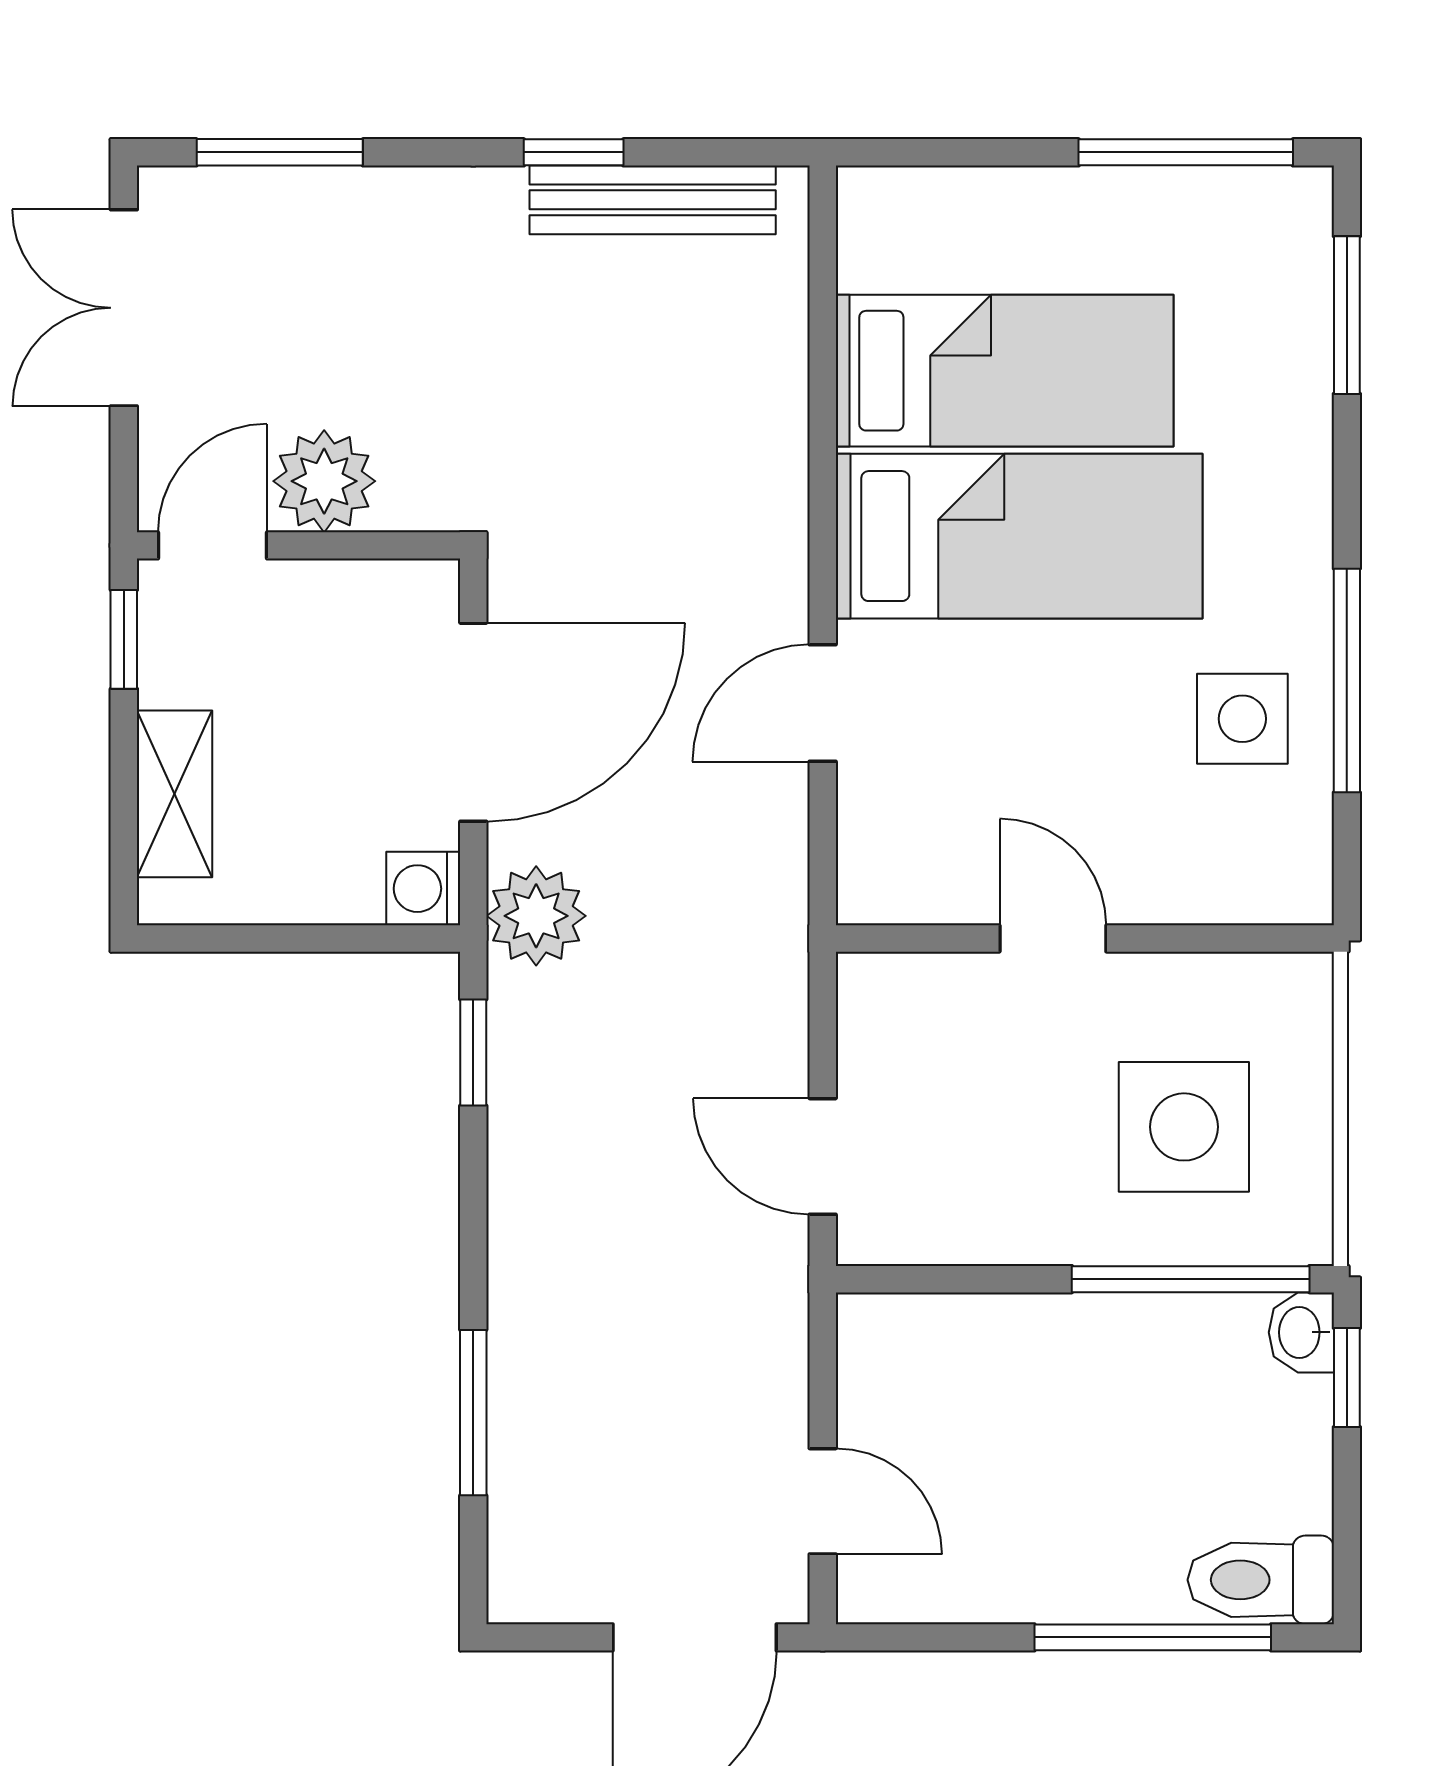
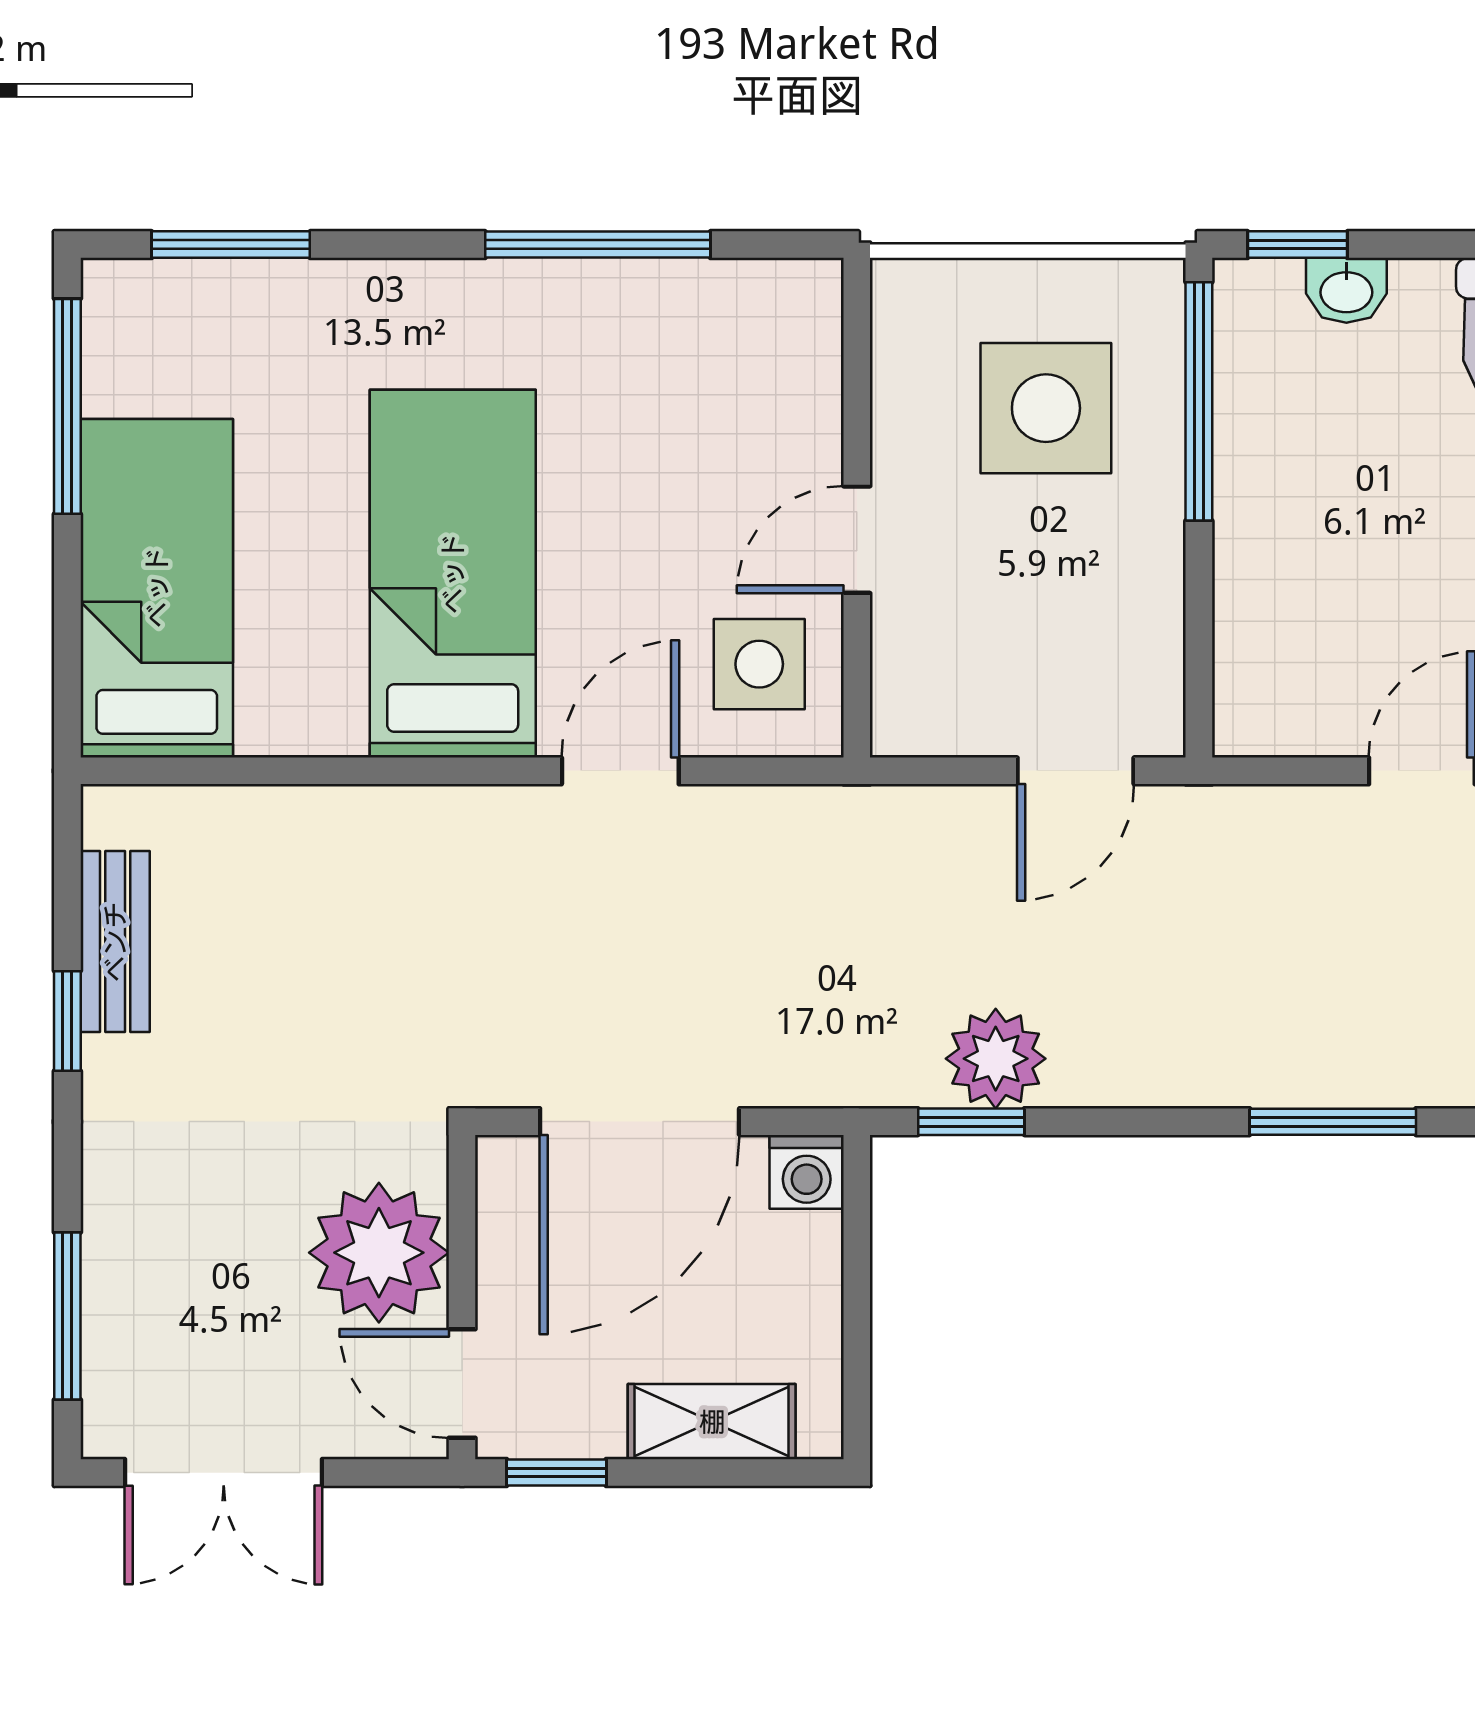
bench: (653, 200) -> (115, 942), width x0.73
bed: (1005, 371) -> (157, 588), moved
plant: (324, 481) -> (379, 1253), width x1.36, depth x1.36
door: (823, 703) -> (620, 771), swing flipped
side table: (1242, 719) -> (759, 664), moved
door: (473, 722) -> (640, 1122), swing flipped
plant: (536, 916) -> (996, 1059), moved
washbasin: (1301, 1332) -> (1346, 290), moved

